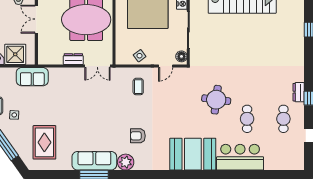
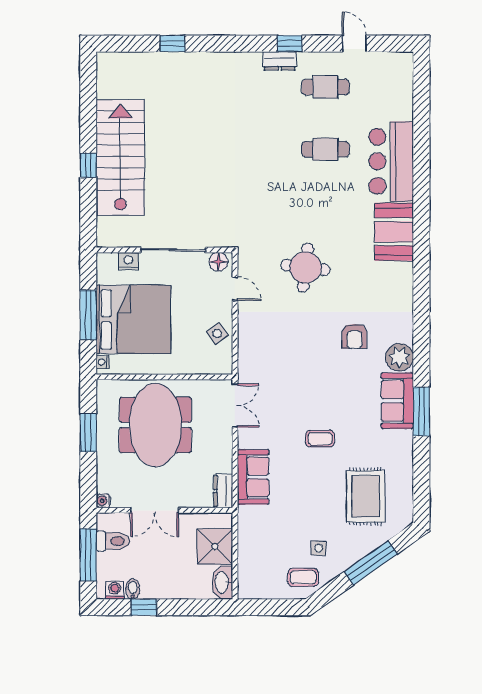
dresser: (73, 59) -> (223, 491), moved
sofa: (32, 77) -> (253, 477), moved
coffee table: (138, 87) -> (320, 439), moved
round table: (216, 100) -> (305, 267), moved
rug: (44, 142) -> (366, 496), turned 90
booth: (193, 154) -> (394, 232), width x0.73, depth x0.70
sofa: (94, 161) -> (397, 401), width x0.73

